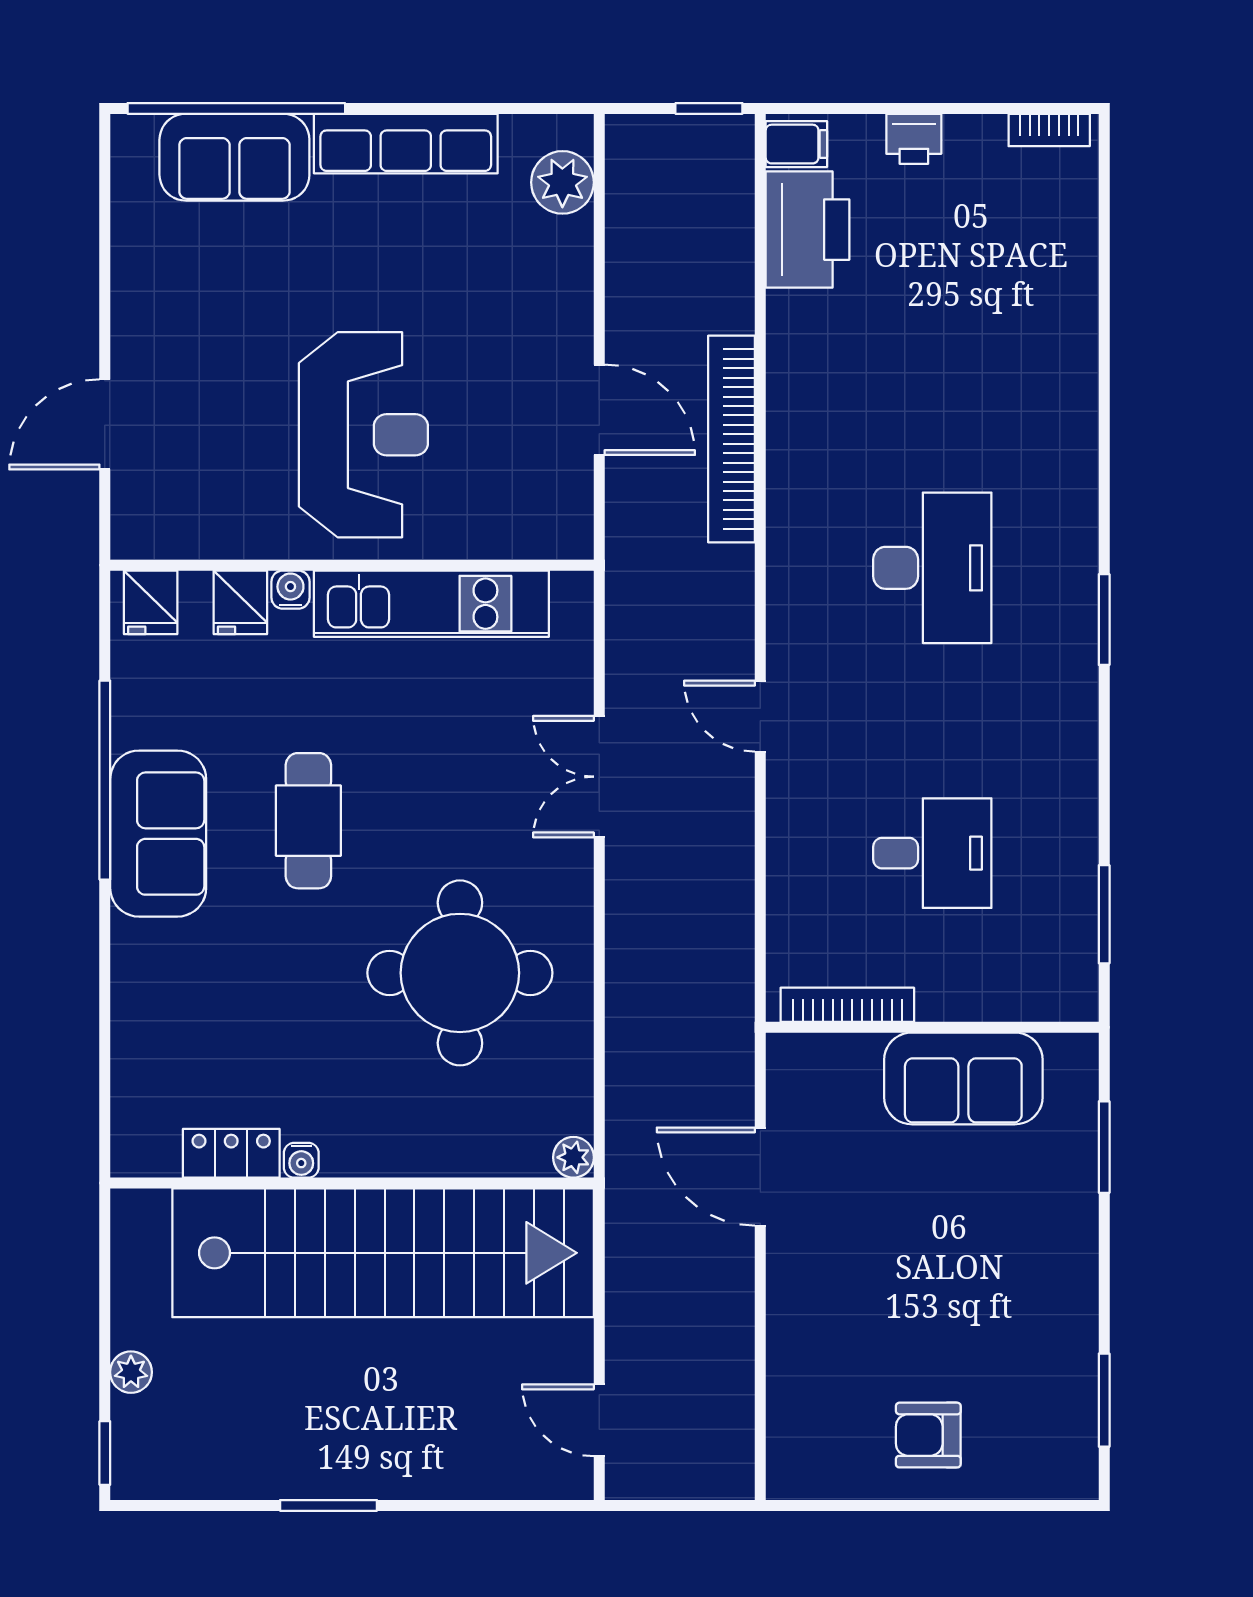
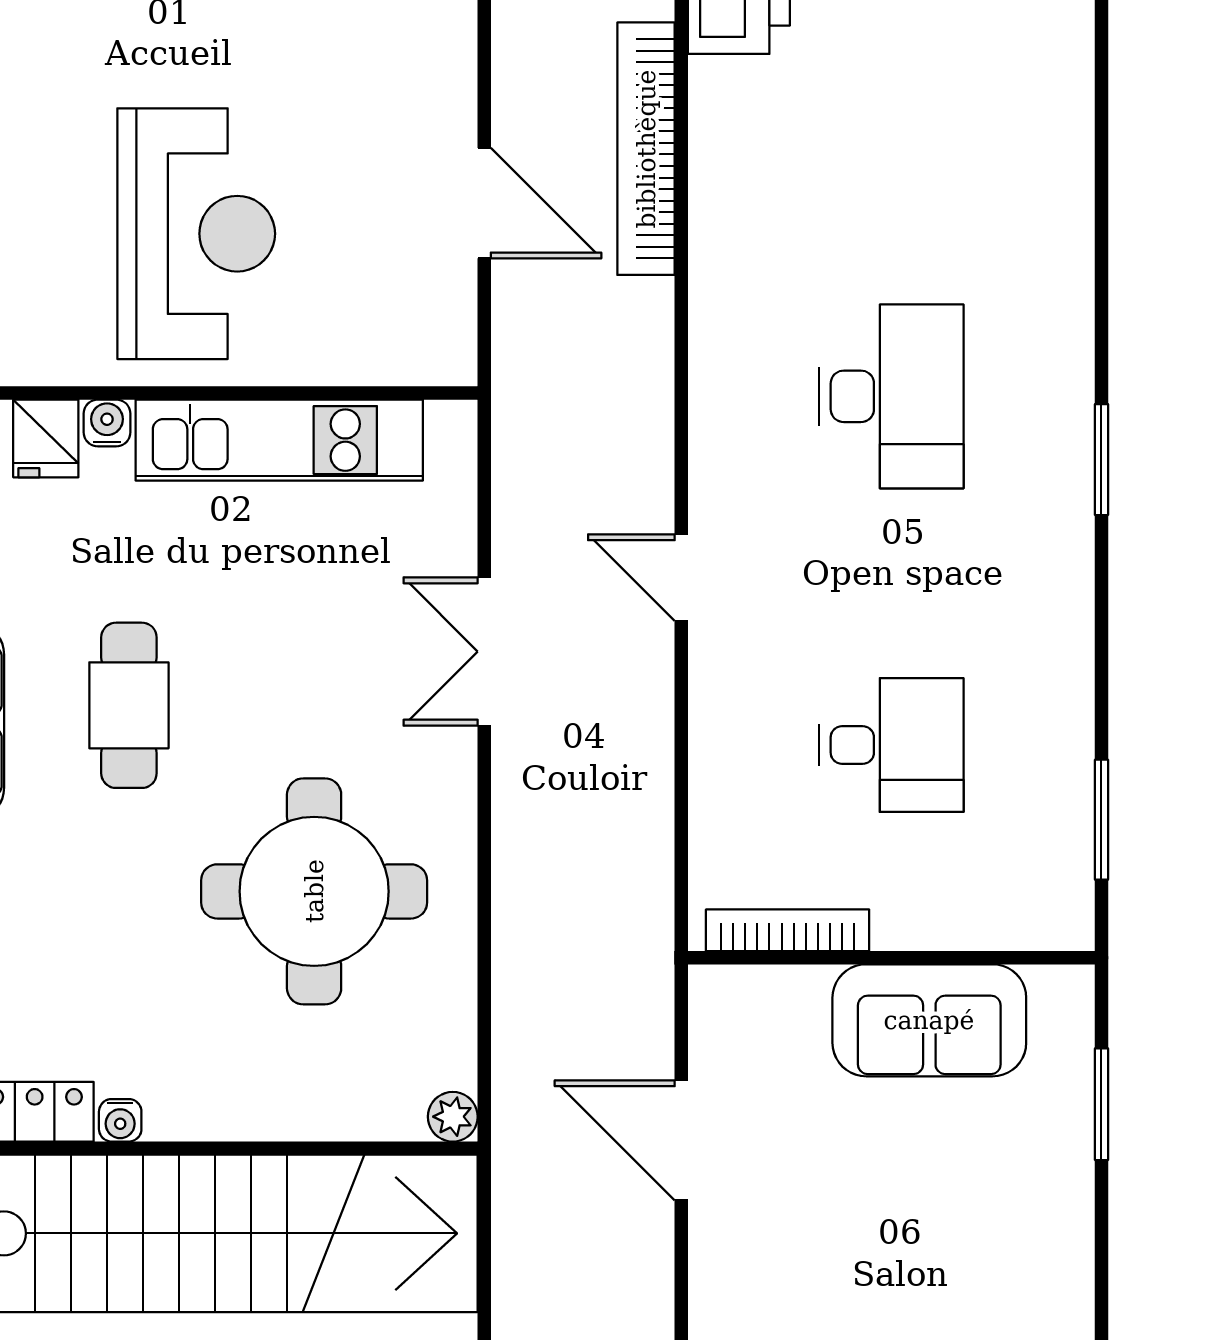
bookcase: (732, 439) -> (646, 149), moved

